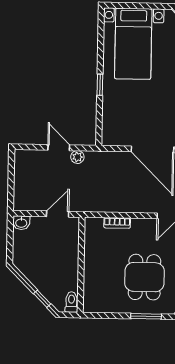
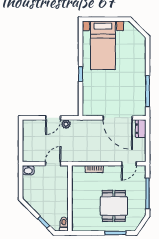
door: (59, 148) -> (53, 118), swing flipped

